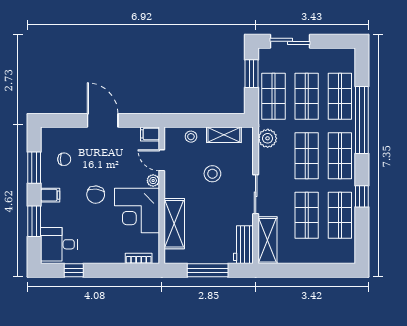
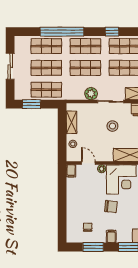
sliding door: (290, 41) -> (10, 66), moved
door: (103, 120) -> (62, 202), removed
plant: (268, 138) -> (91, 94), moved
door: (162, 160) -> (88, 163), swing flipped
stool: (212, 174) -> (112, 126), moved

